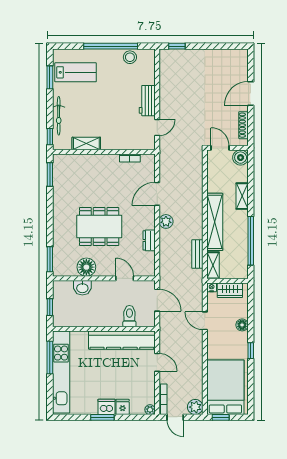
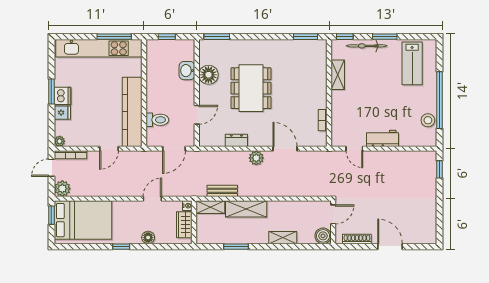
window: (50, 77) -> (385, 37), moved
shelving: (215, 222) -> (246, 209), width x0.68
window: (251, 241) -> (236, 247), width x0.47

